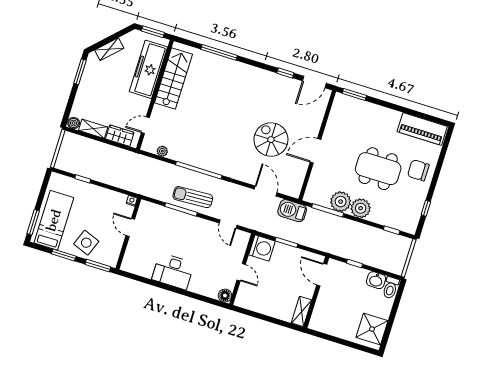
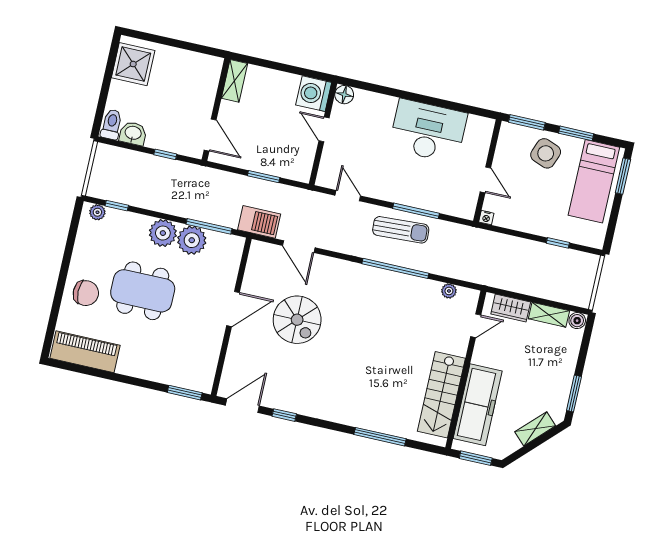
window: (426, 208) -> (71, 240), removed
plant: (406, 227) -> (97, 212), added
washing machine: (262, 248) -> (314, 94), moved
desk: (173, 271) -> (428, 131), width x1.36, depth x1.30

